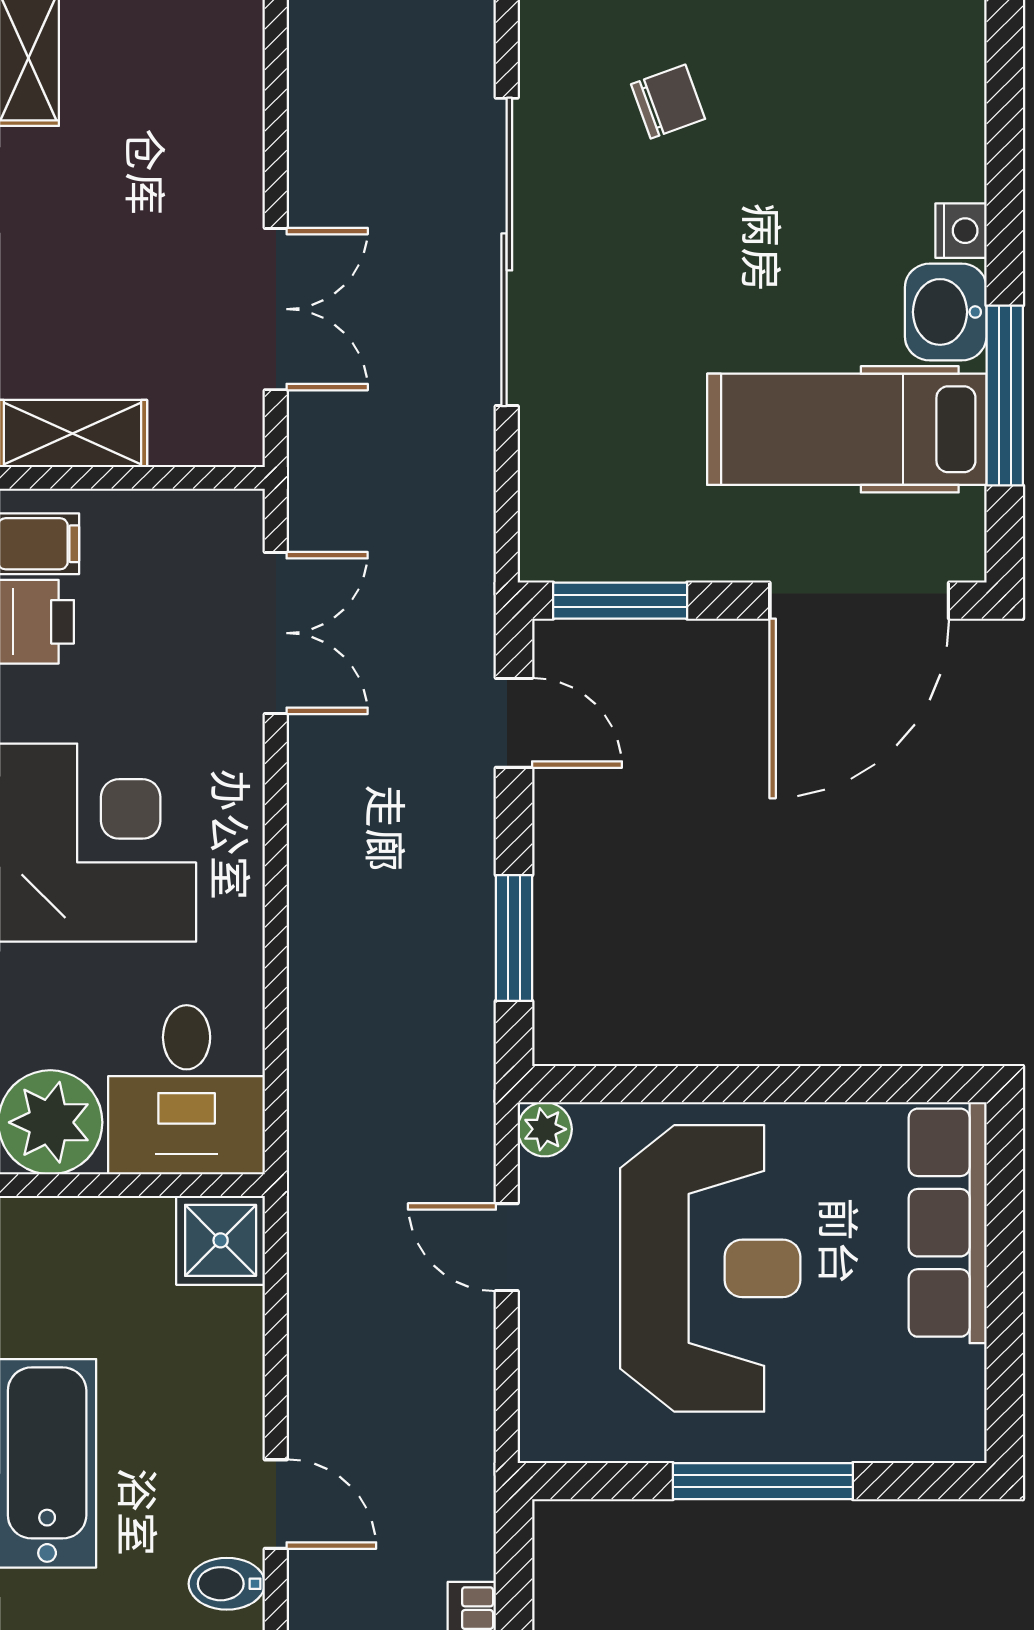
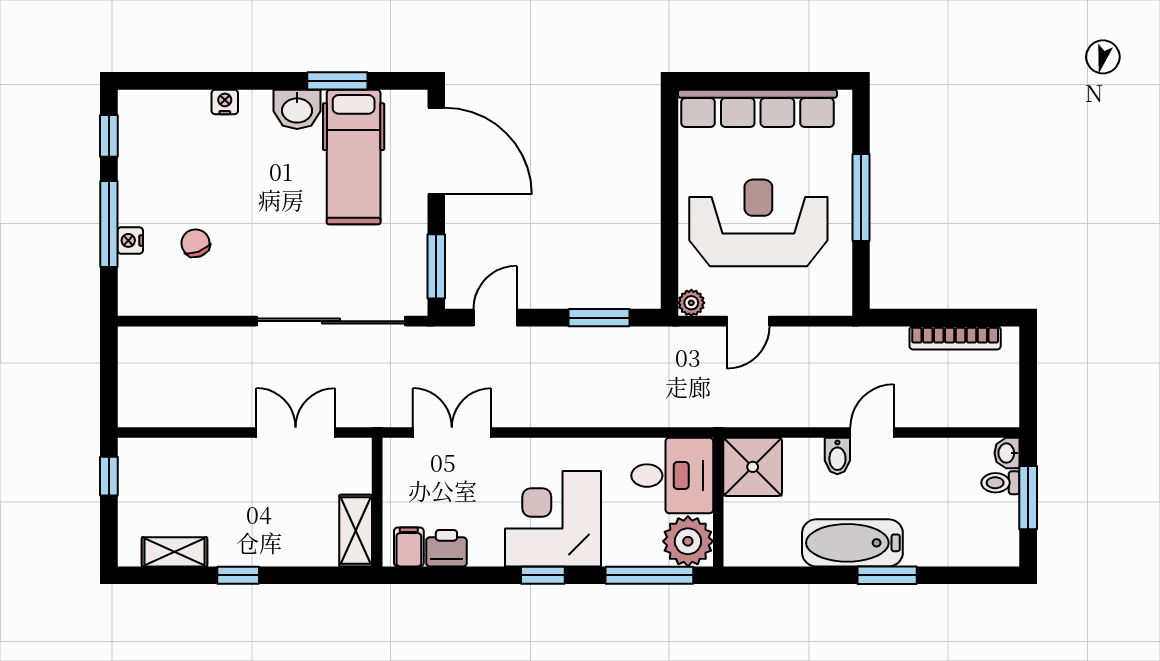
nightstand: (961, 231) -> (225, 102), moved
sliding door: (507, 252) -> (331, 321), moved
window: (1005, 395) -> (337, 81), width x0.69
row of seats: (948, 1223) -> (758, 108), width x1.36
shower: (221, 1240) -> (753, 467), width x1.36, depth x1.36
bidet: (227, 1584) -> (837, 456), moved

